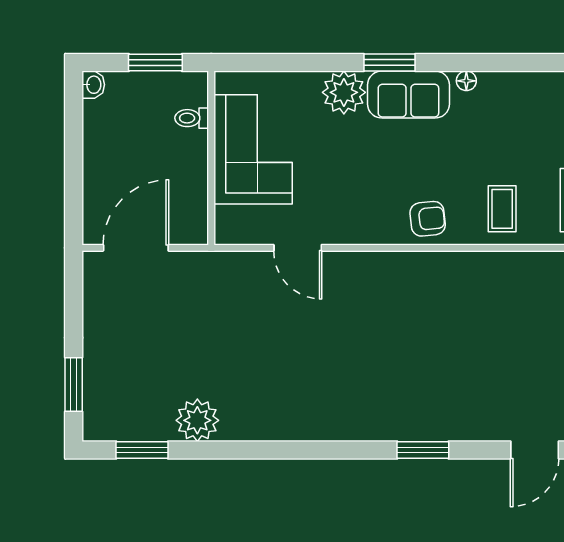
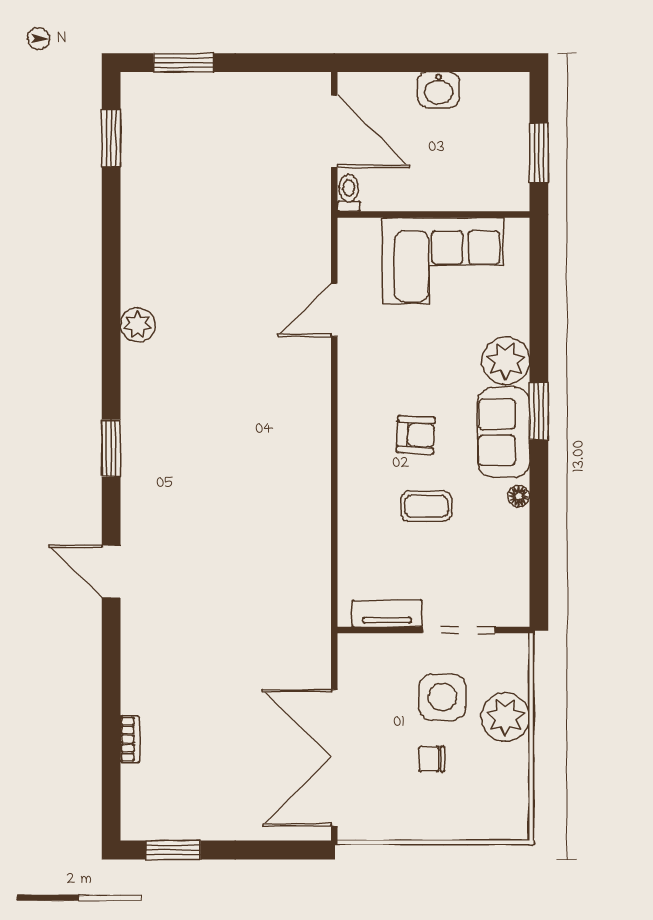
washbasin: (93, 85) -> (439, 90), moved, width x1.38, depth x1.45
toilet: (192, 118) -> (349, 193), moved
coffee table: (502, 209) -> (426, 506), moved
armchair: (428, 219) -> (416, 435), moved, turned -81
plant: (197, 420) -> (138, 325), moved, width x0.73, depth x0.73

